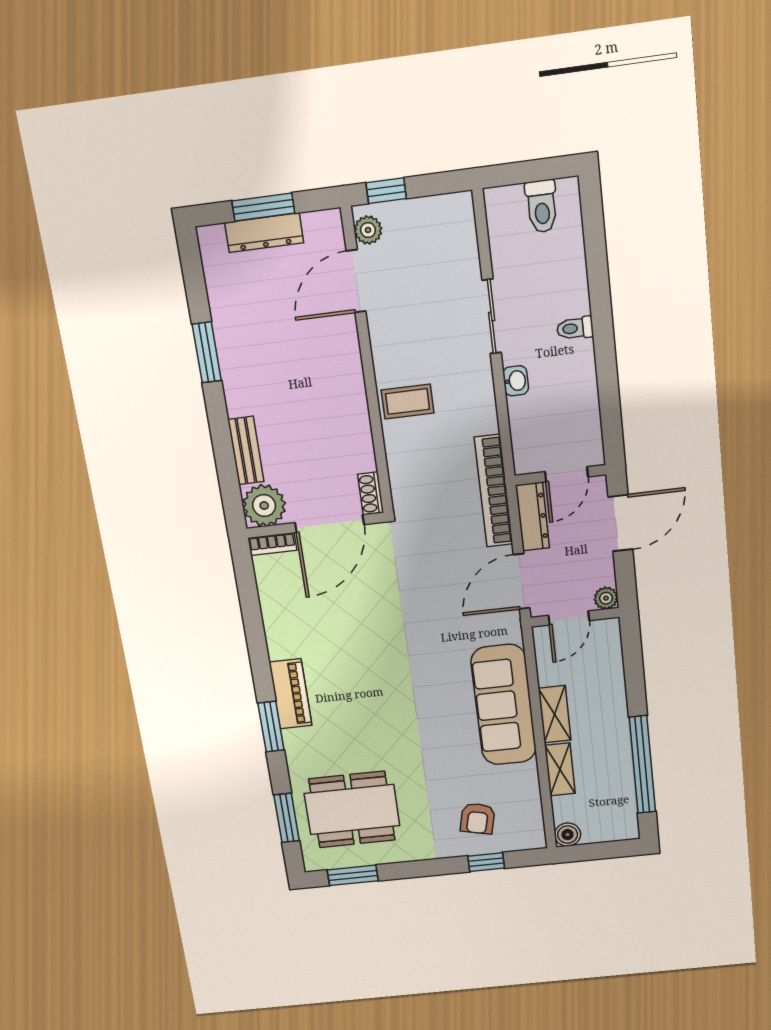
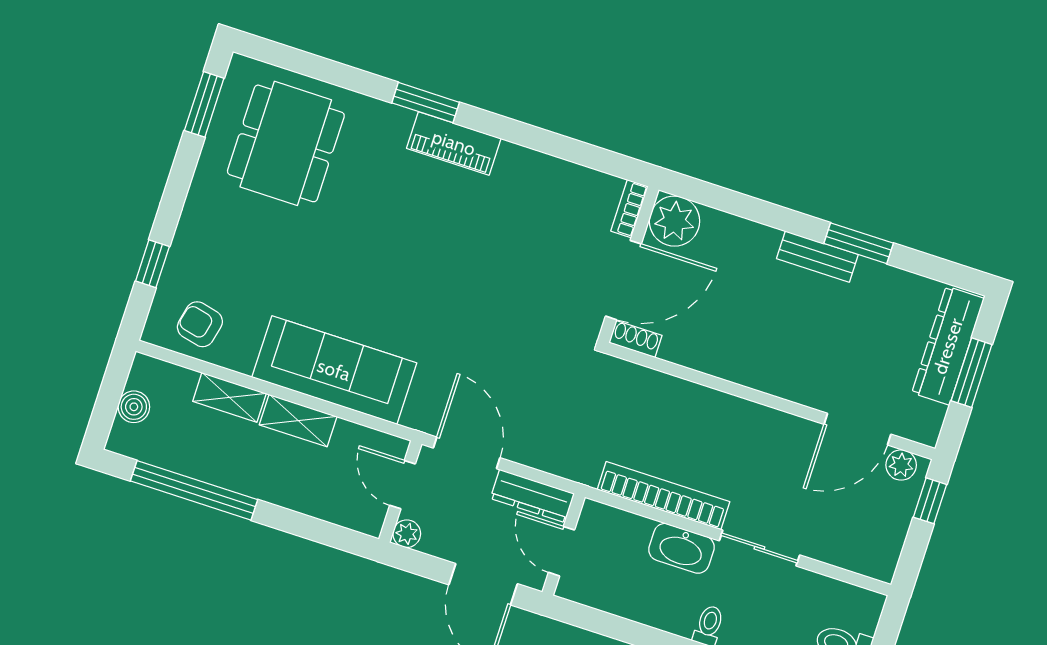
dresser: (264, 233) -> (948, 346), width x1.37, depth x1.24
door: (356, 281) -> (858, 429), swing flipped
washbasin: (516, 381) -> (681, 548), width x1.91, depth x1.45
coffee table: (408, 402) -> (713, 423), removed
bench: (246, 451) -> (817, 257), moved
bookcase: (494, 491) -> (664, 496), moved
door: (329, 524) -> (623, 280), swing flipped
window: (287, 818) -> (309, 65), removed
armchair: (478, 818) -> (200, 324), moved
boiler: (568, 835) -> (134, 407), moved

